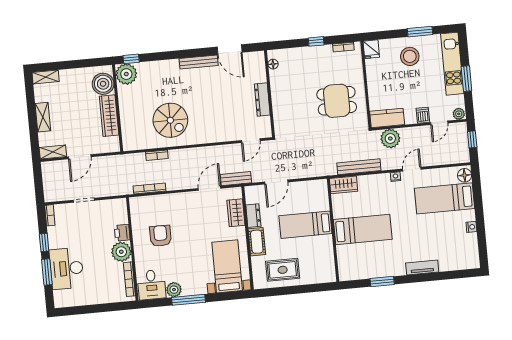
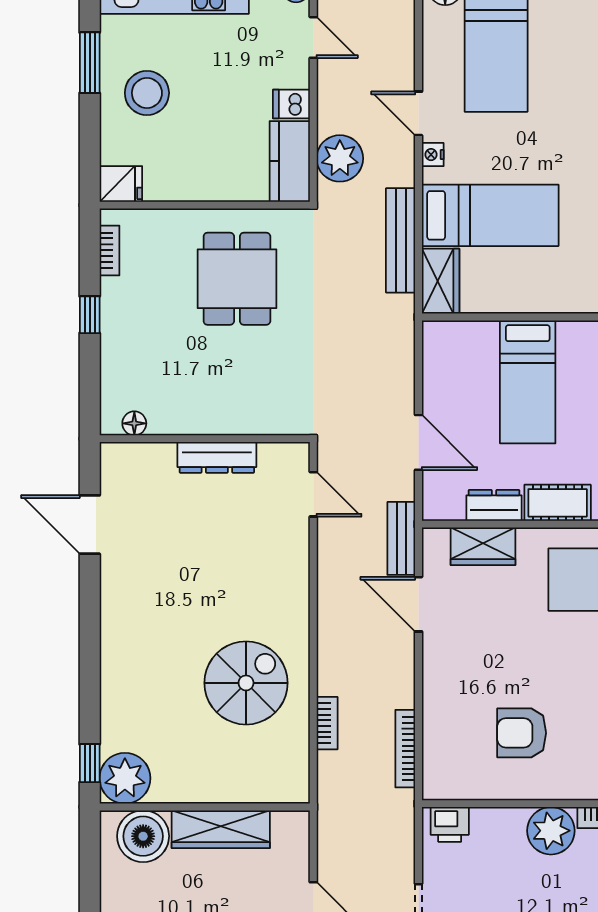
door: (230, 50) -> (90, 525), swing flipped
bench: (199, 62) -> (112, 602), removed
dishwasher: (423, 115) -> (291, 104), moved
bed: (363, 229) -> (490, 215), moved, turned 90
printer: (122, 233) -> (450, 824), moved

